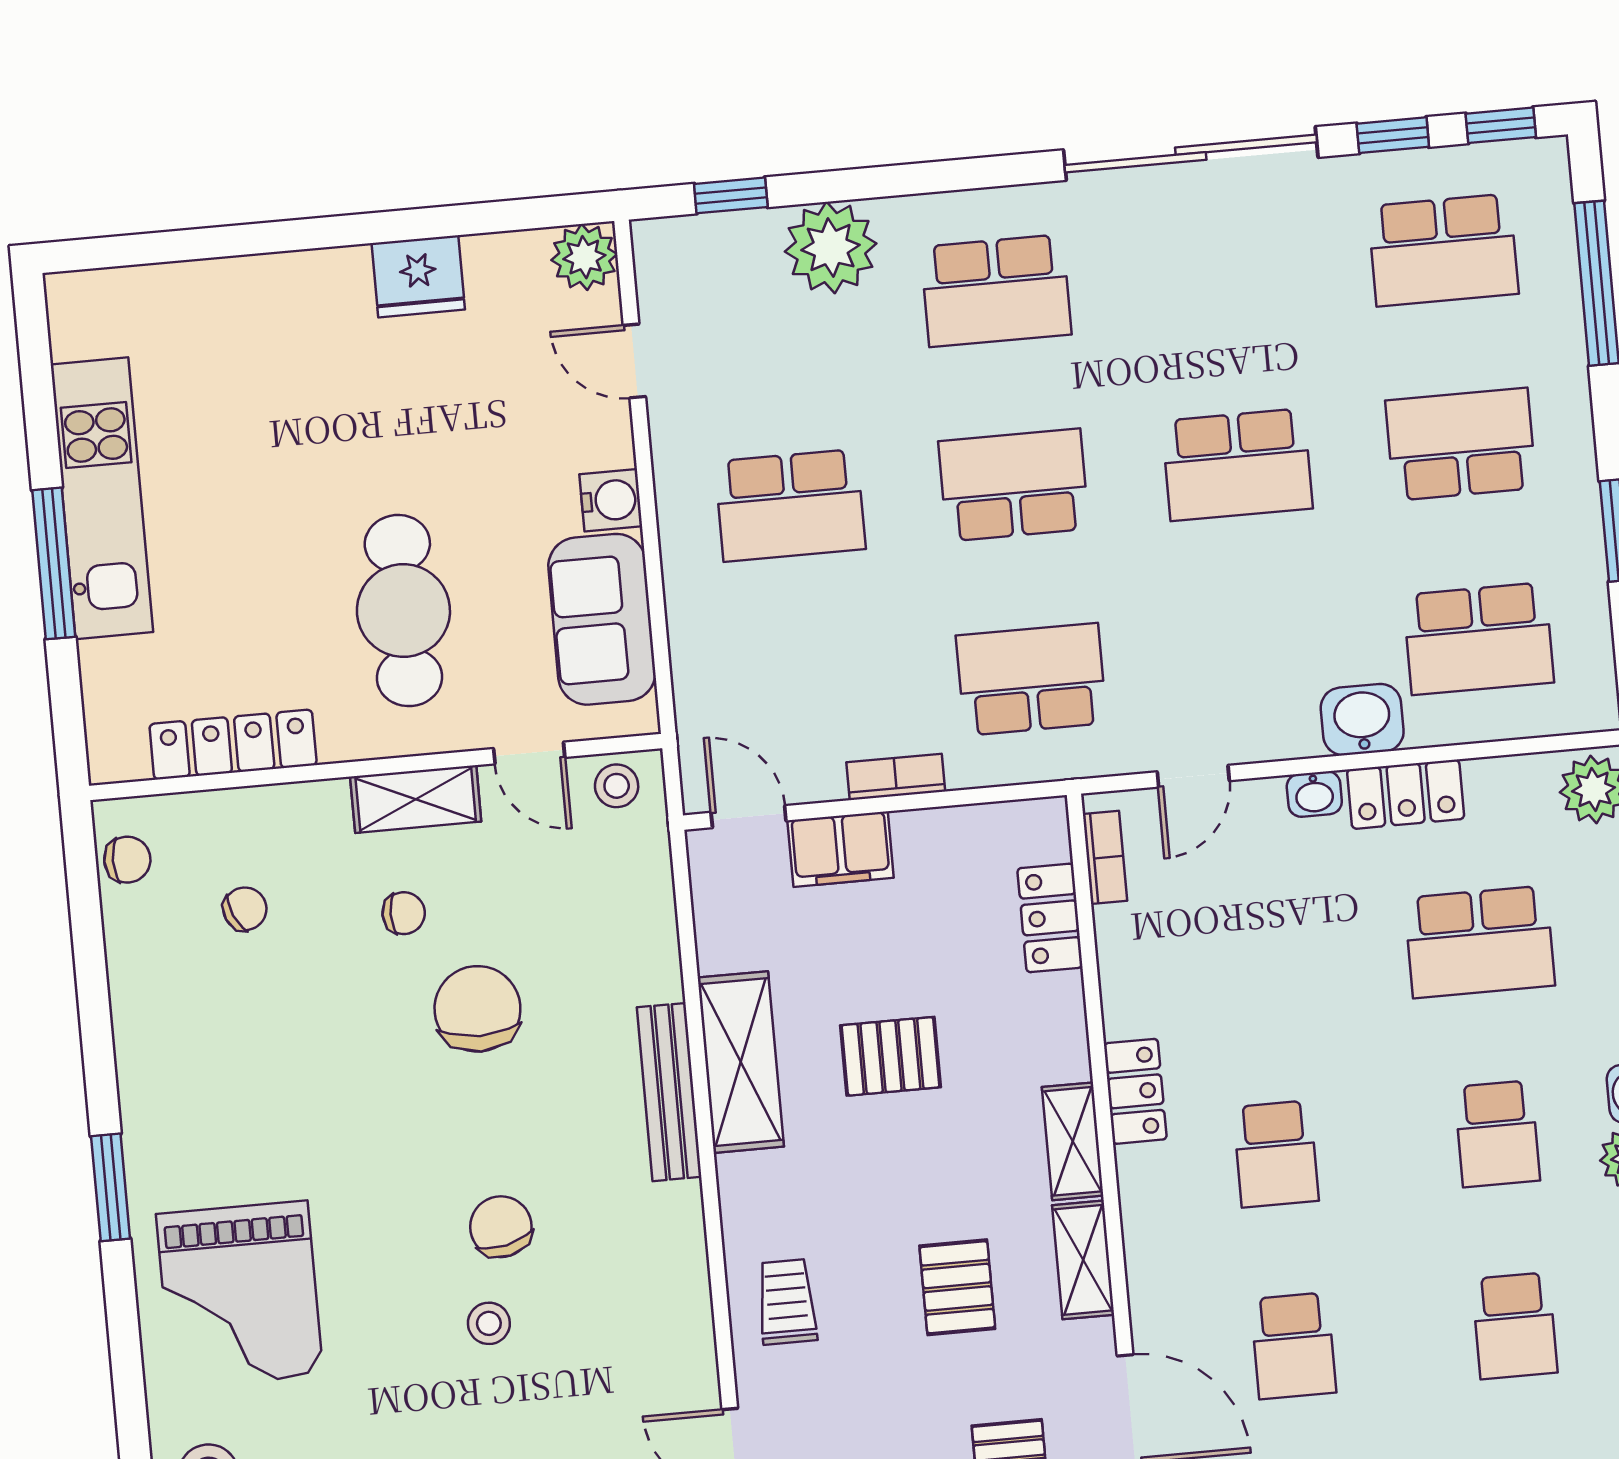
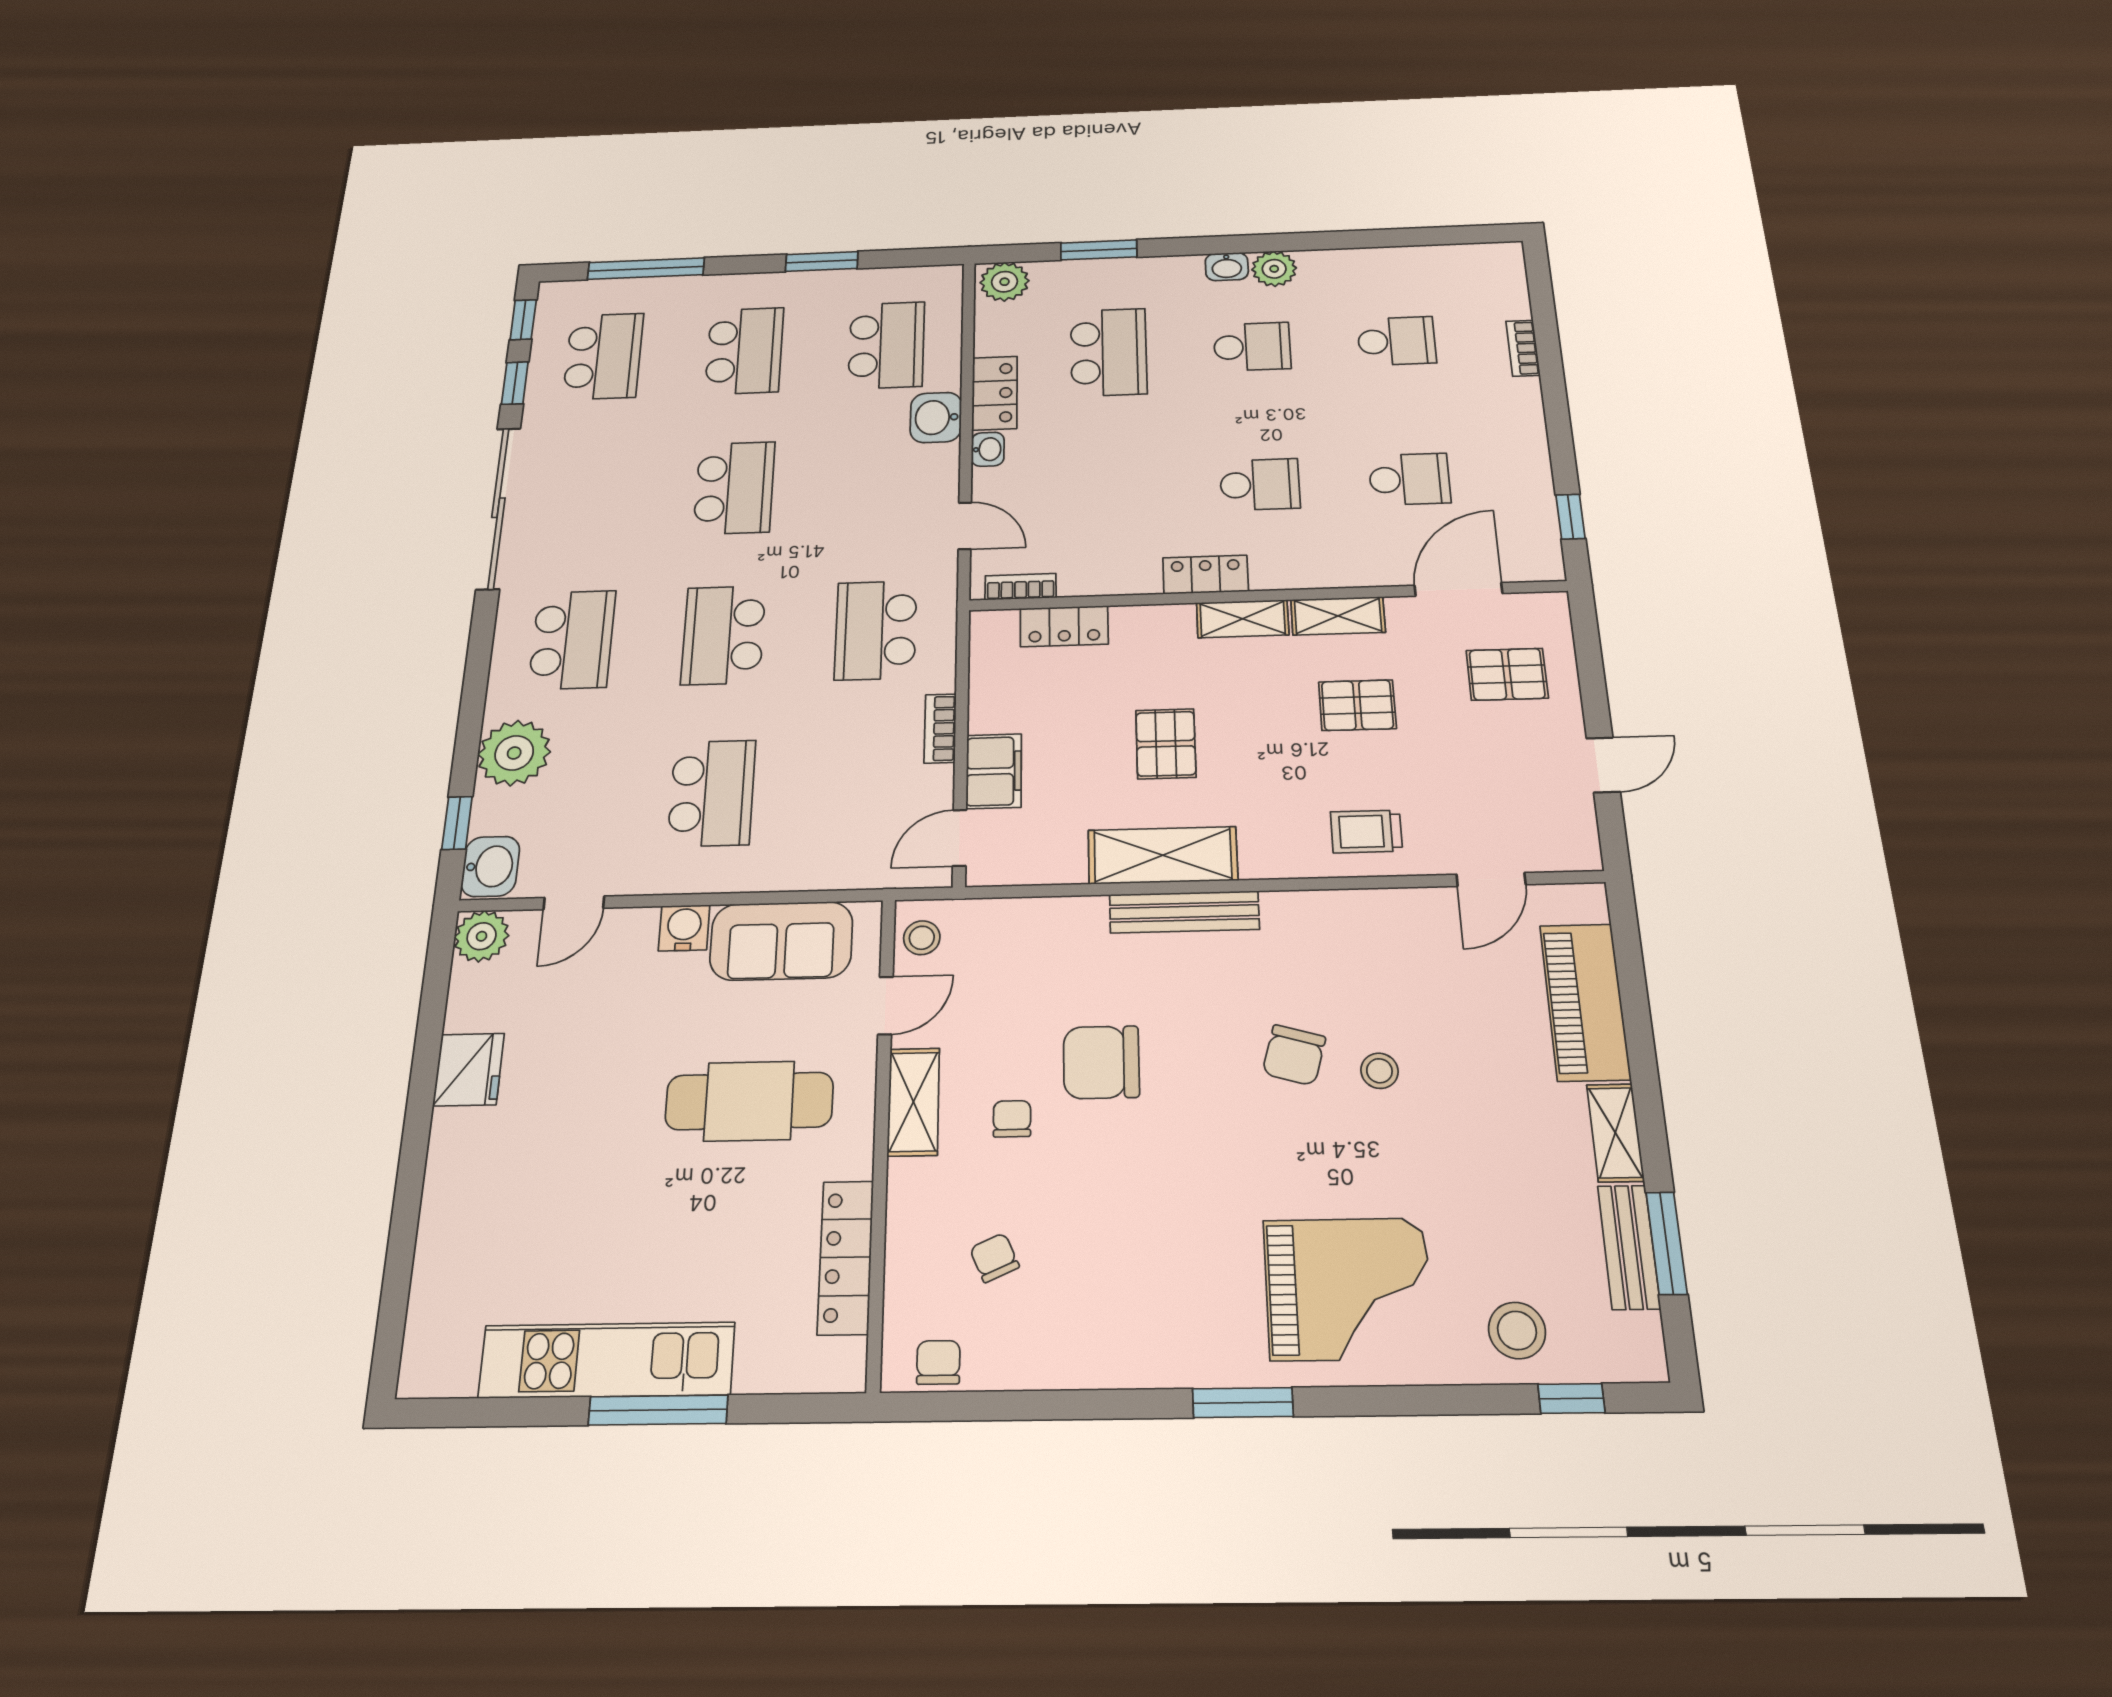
washbasin: (675, 249) -> (490, 866), added
school desk: (1461, 444) -> (744, 351), turned 180
chair: (501, 1227) -> (1294, 1055), turned -61

